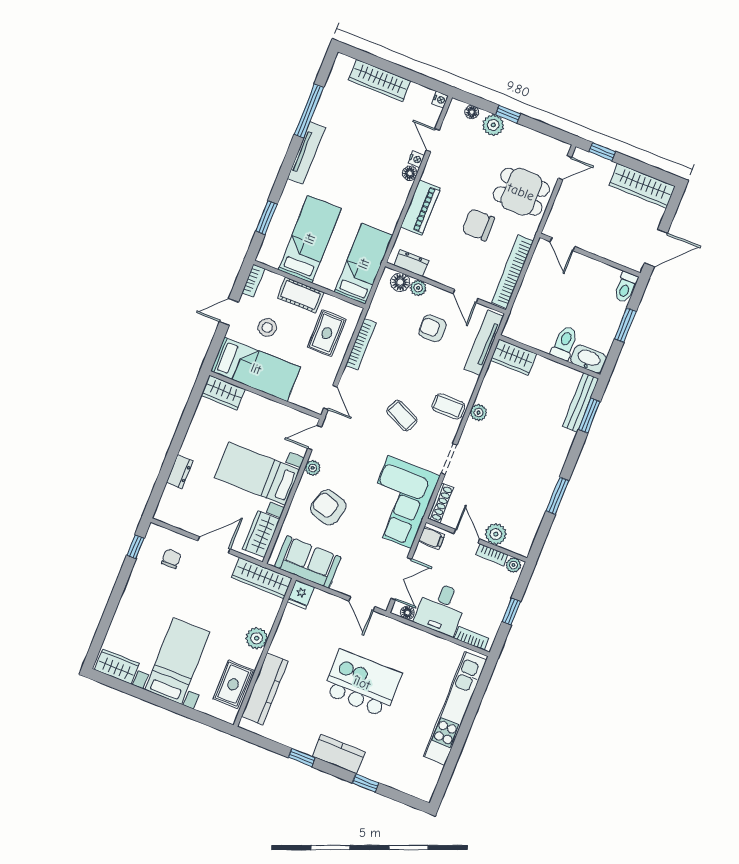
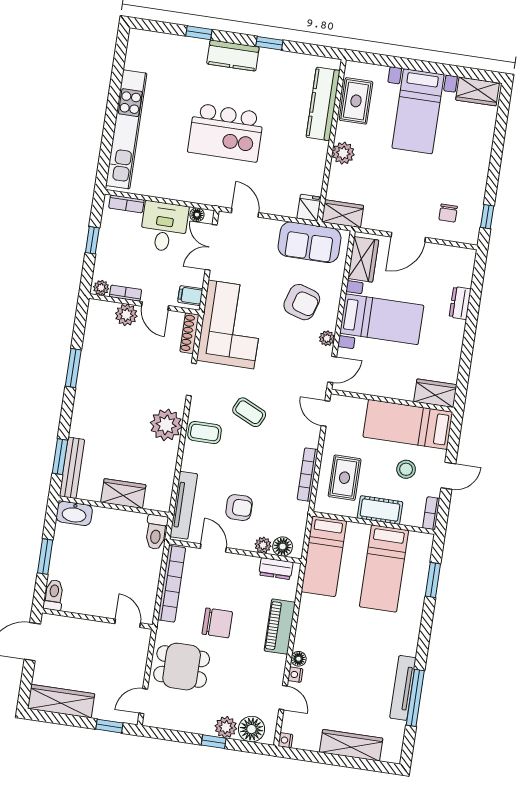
floor lamp: (472, 112) -> (252, 729), width x1.89, depth x1.89
tv unit: (306, 153) -> (403, 688), moved
toilet: (564, 343) -> (156, 532), moved
wardrobe: (513, 357) -> (123, 494), moved
plant: (479, 413) -> (166, 425), width x1.87, depth x1.87
wardrobe: (262, 578) -> (343, 214), width x0.67

